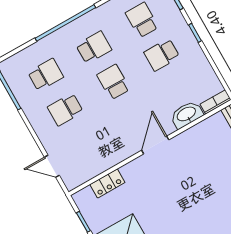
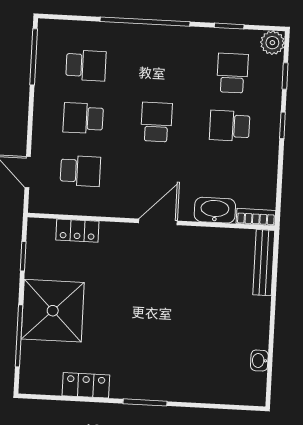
school desk: (94, 47) -> (80, 171), moved

